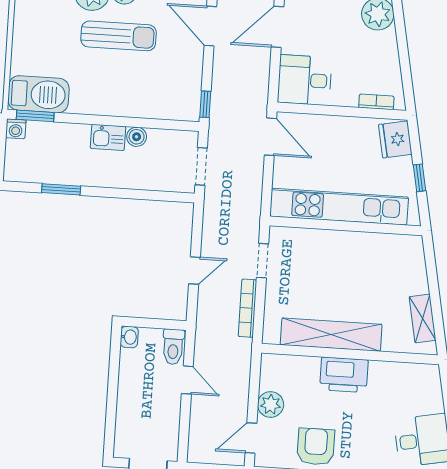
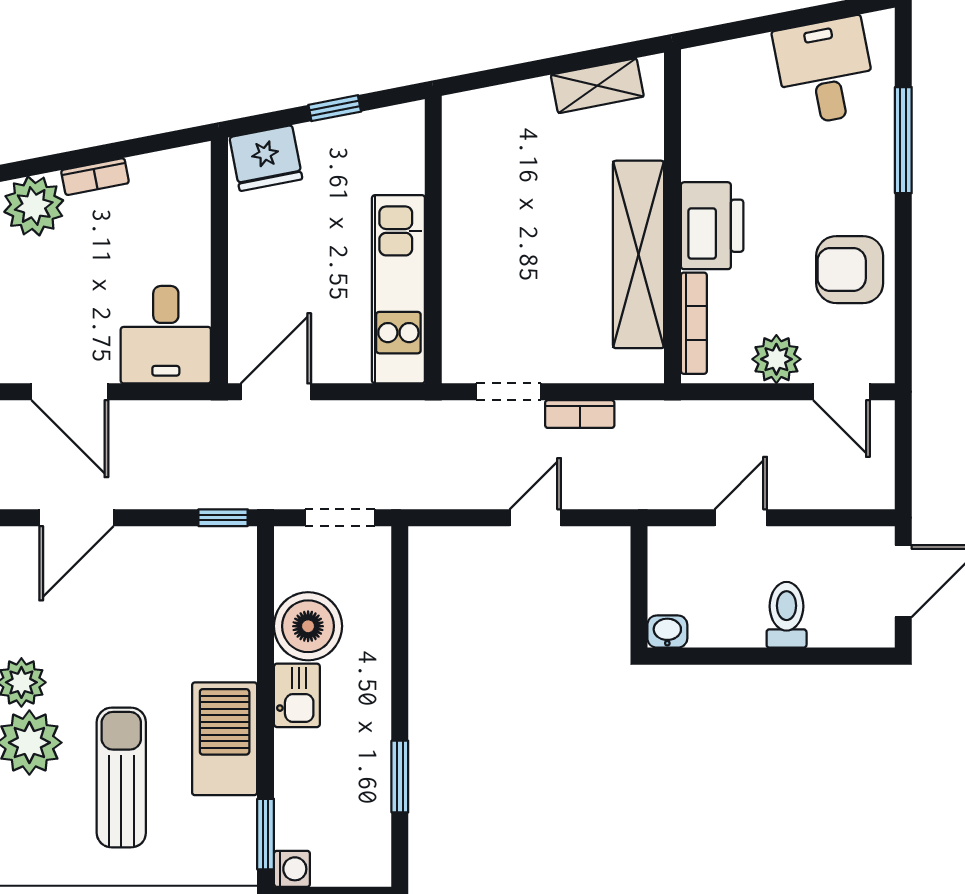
sun lounger: (119, 36) -> (121, 778), moved
barbecue: (38, 94) -> (225, 739), moved
bookcase: (376, 102) -> (95, 177), moved, turned -101
boiler: (137, 137) -> (308, 626), width x1.86, depth x1.86
kitchen unit: (339, 207) -> (398, 289), width x0.73
door: (194, 271) -> (535, 518), hinge flipped
bookcase: (247, 308) -> (580, 414), width x0.64
toilet: (173, 347) -> (787, 615), moved, turned -90
bookcase: (293, 362) -> (694, 323), added

